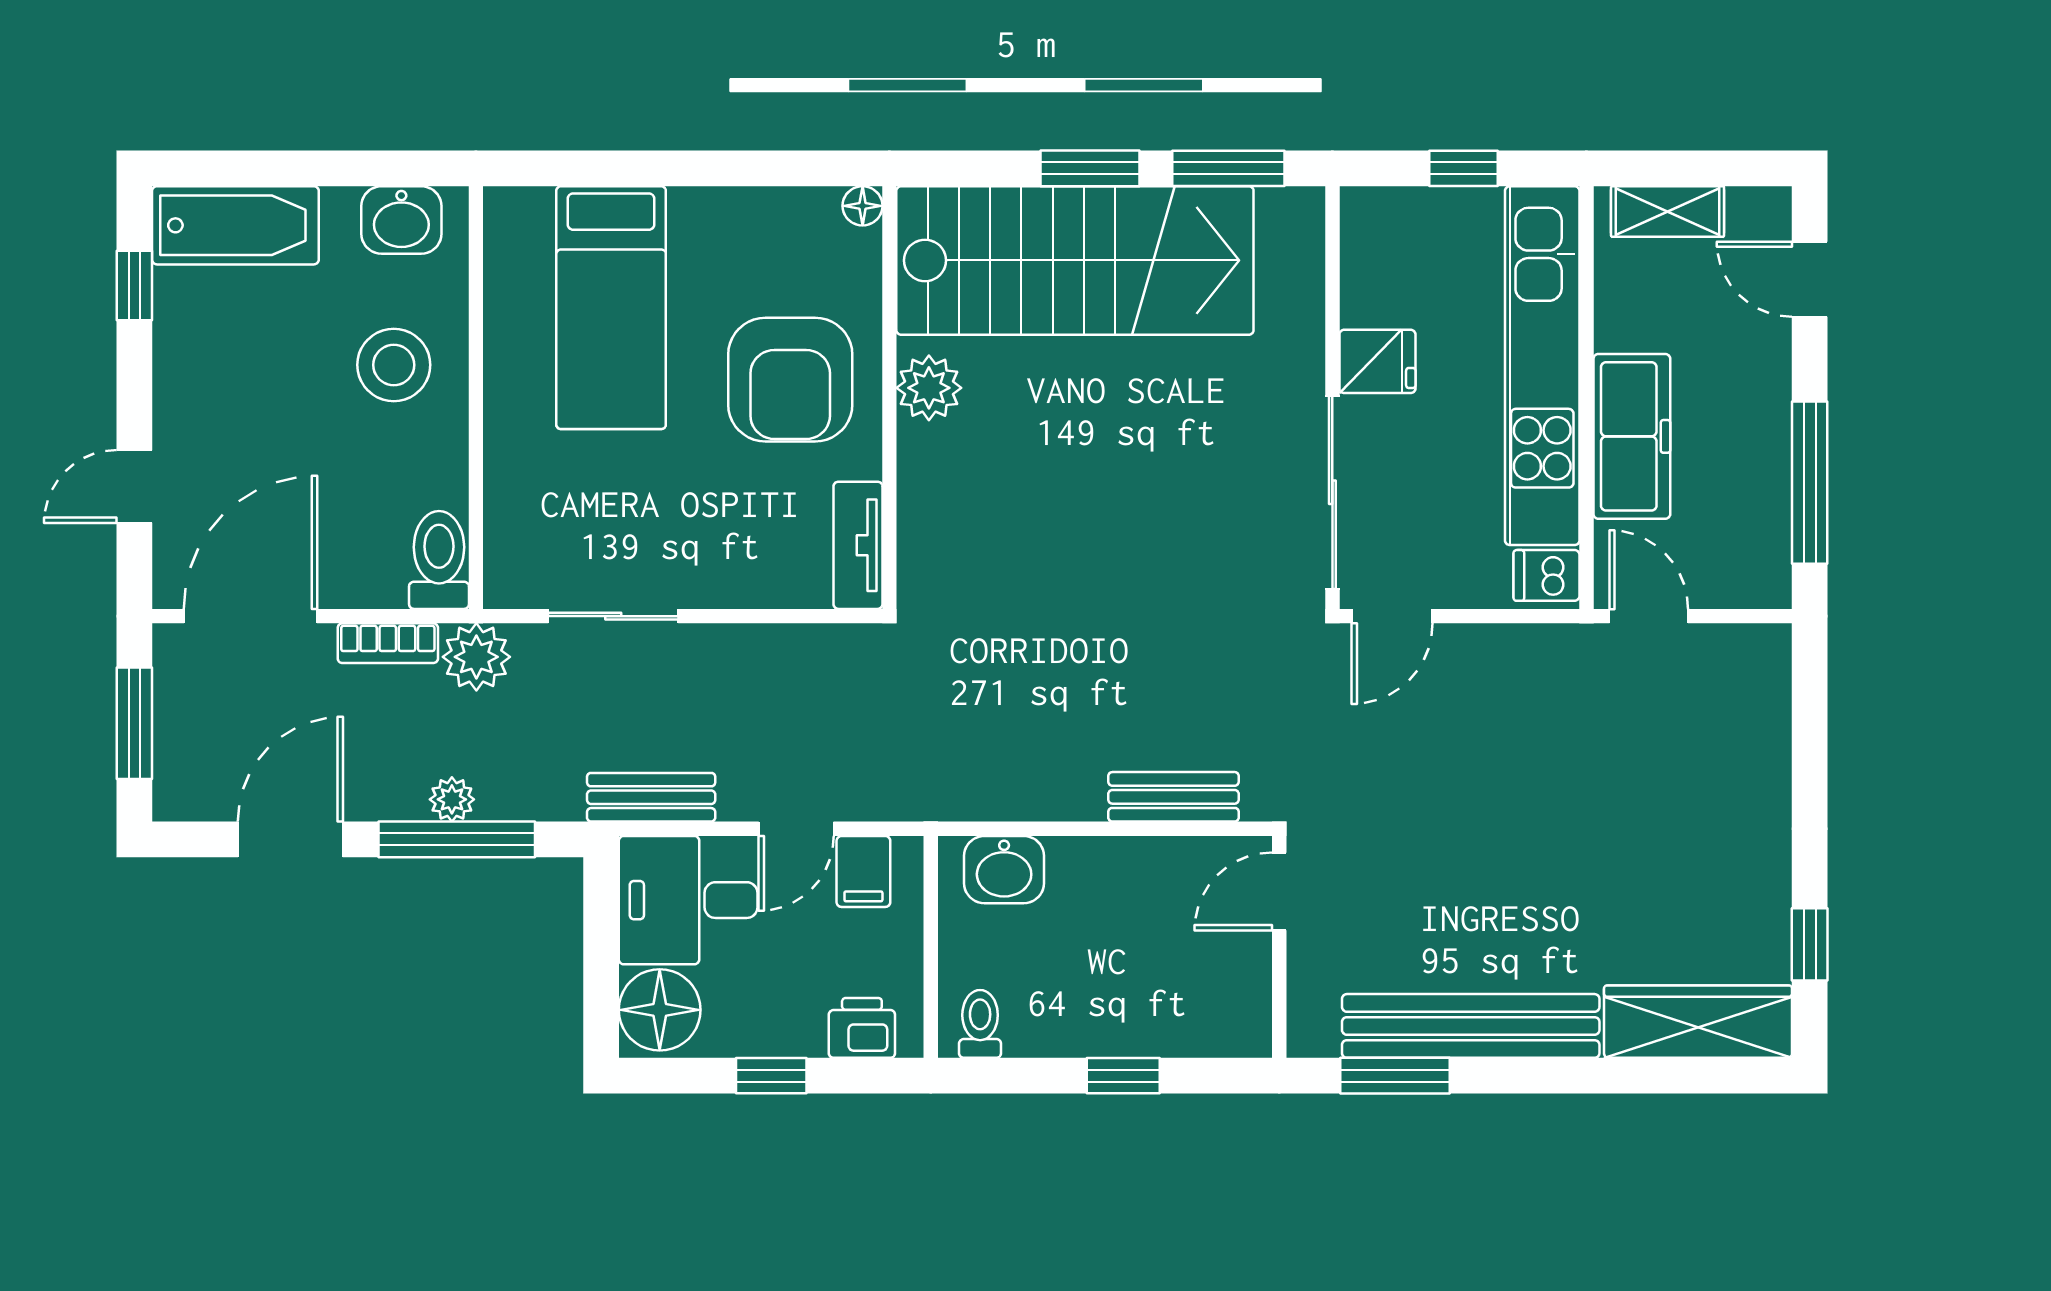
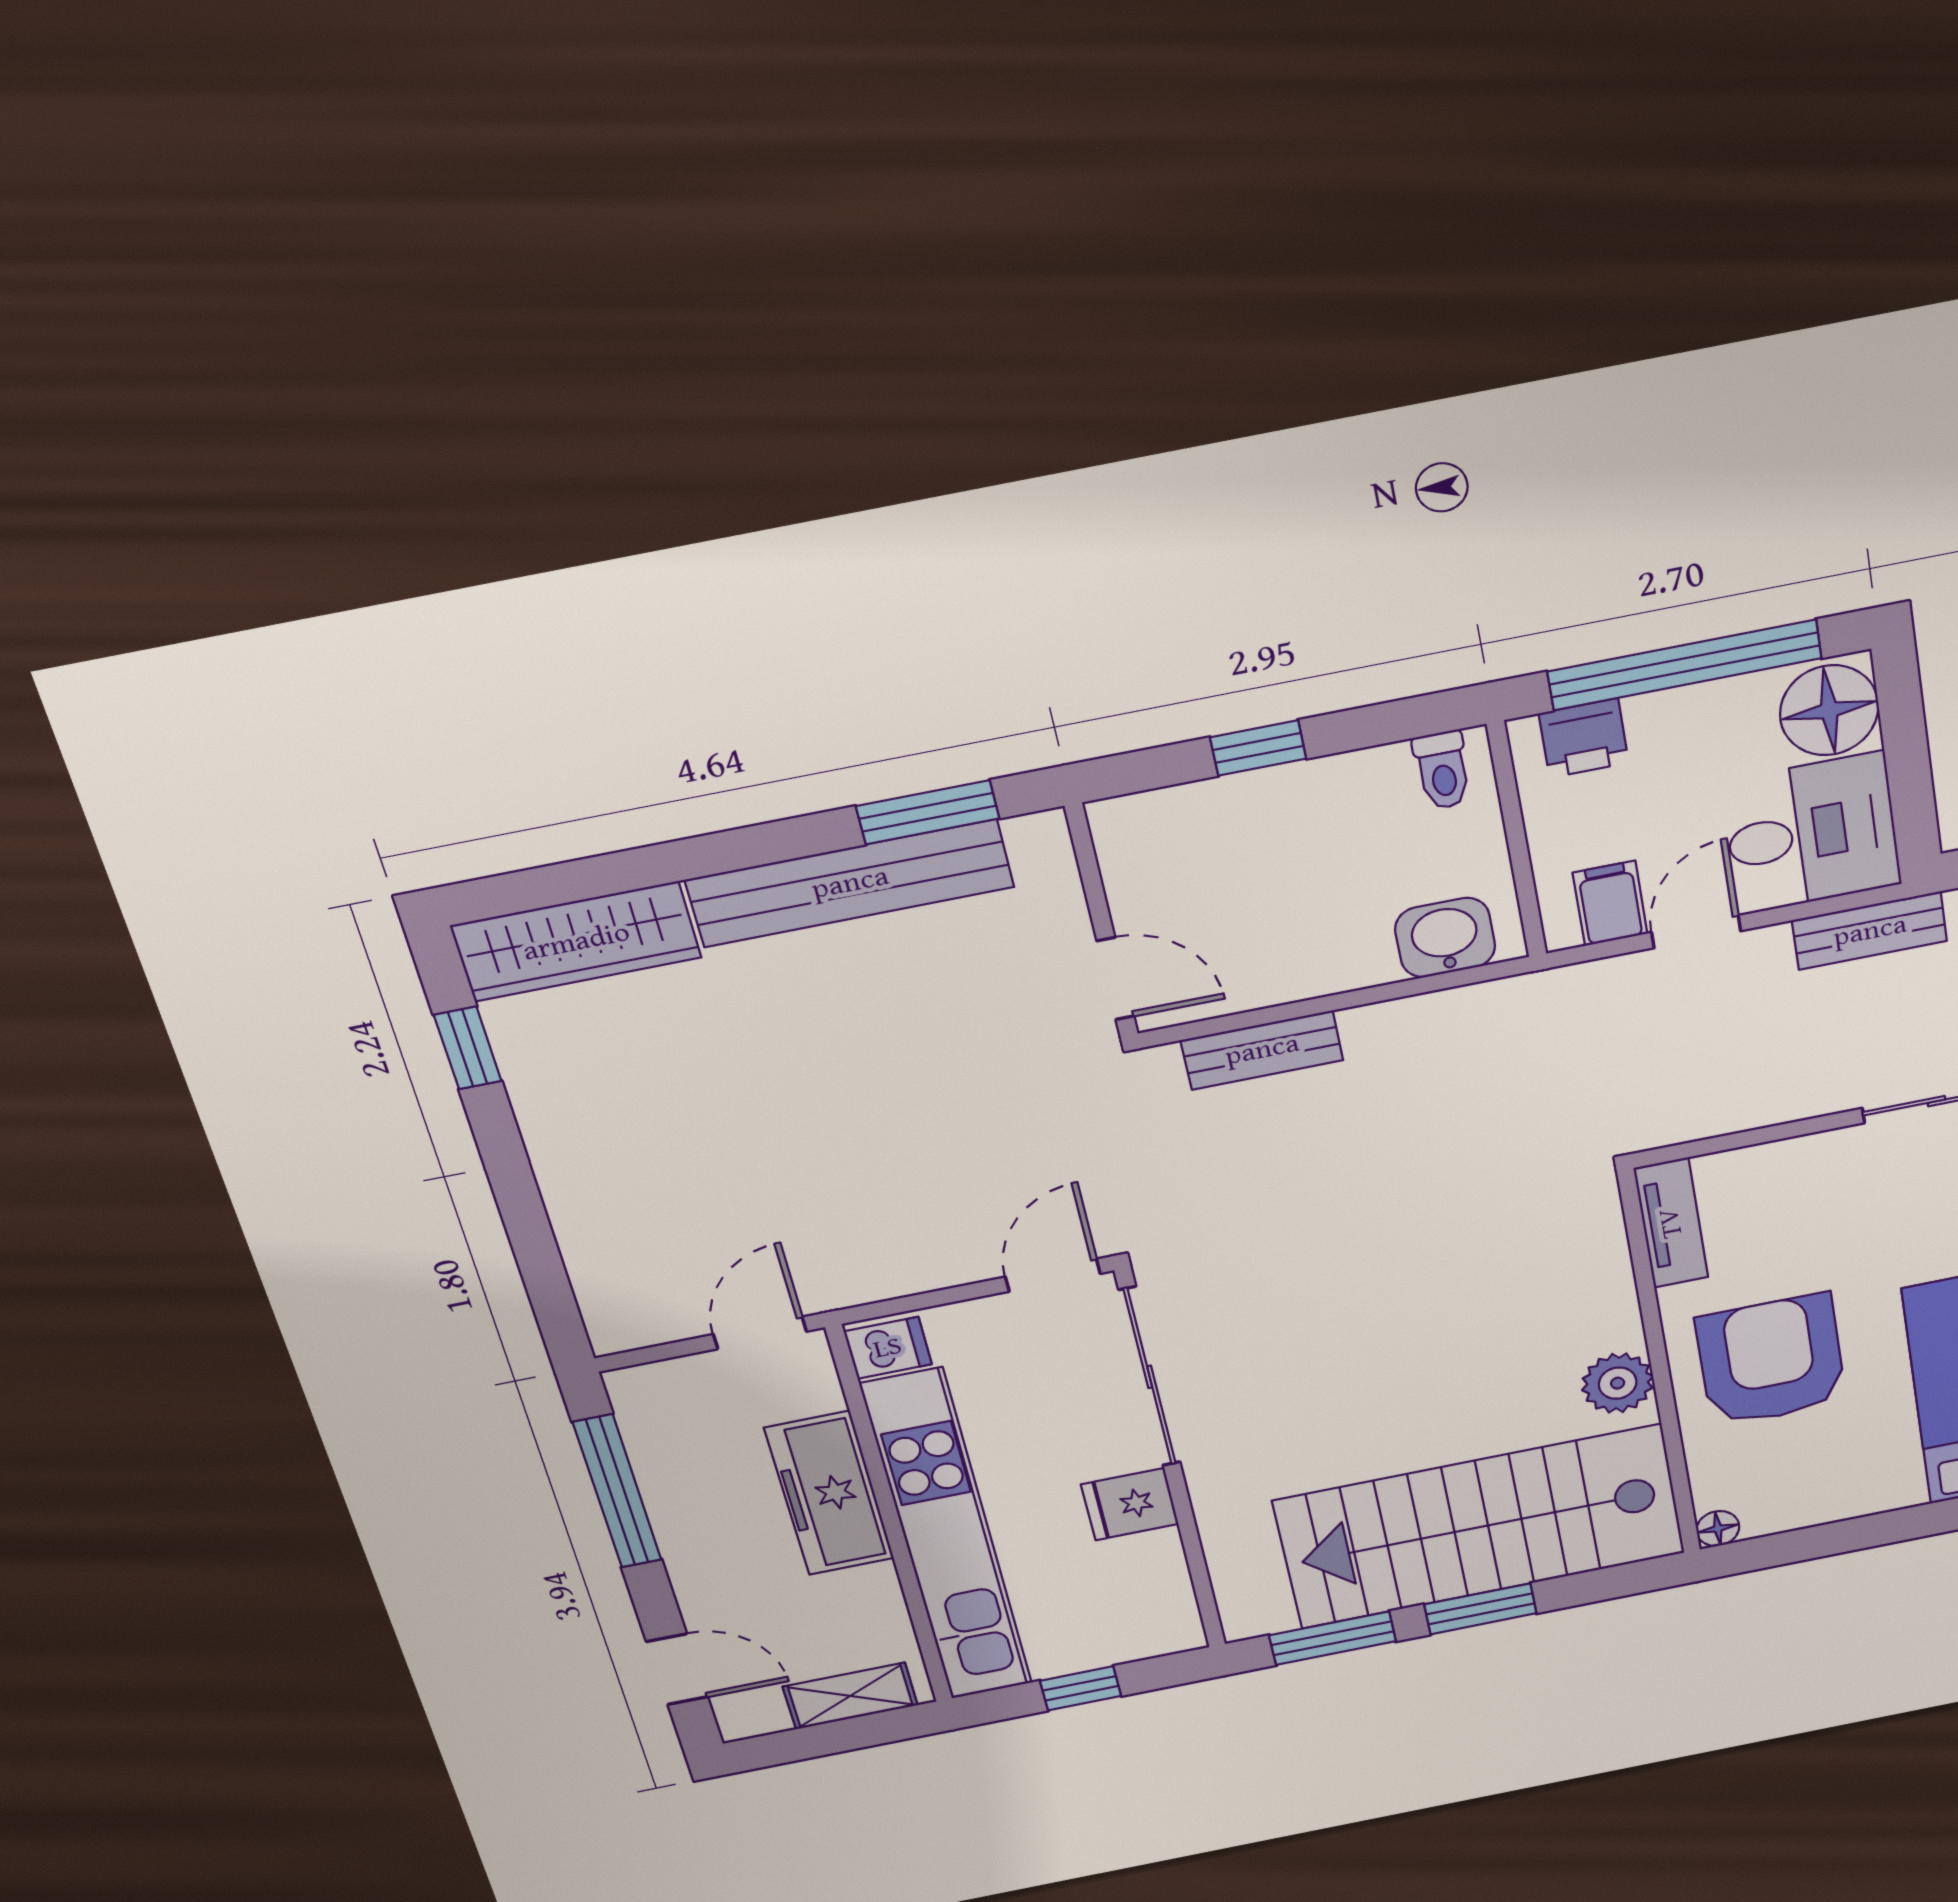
door: (1649, 616) -> (760, 1333), swing flipped
door: (1279, 892) -> (1115, 979), hinge flipped
window: (771, 1076) -> (1685, 665), width x3.17

